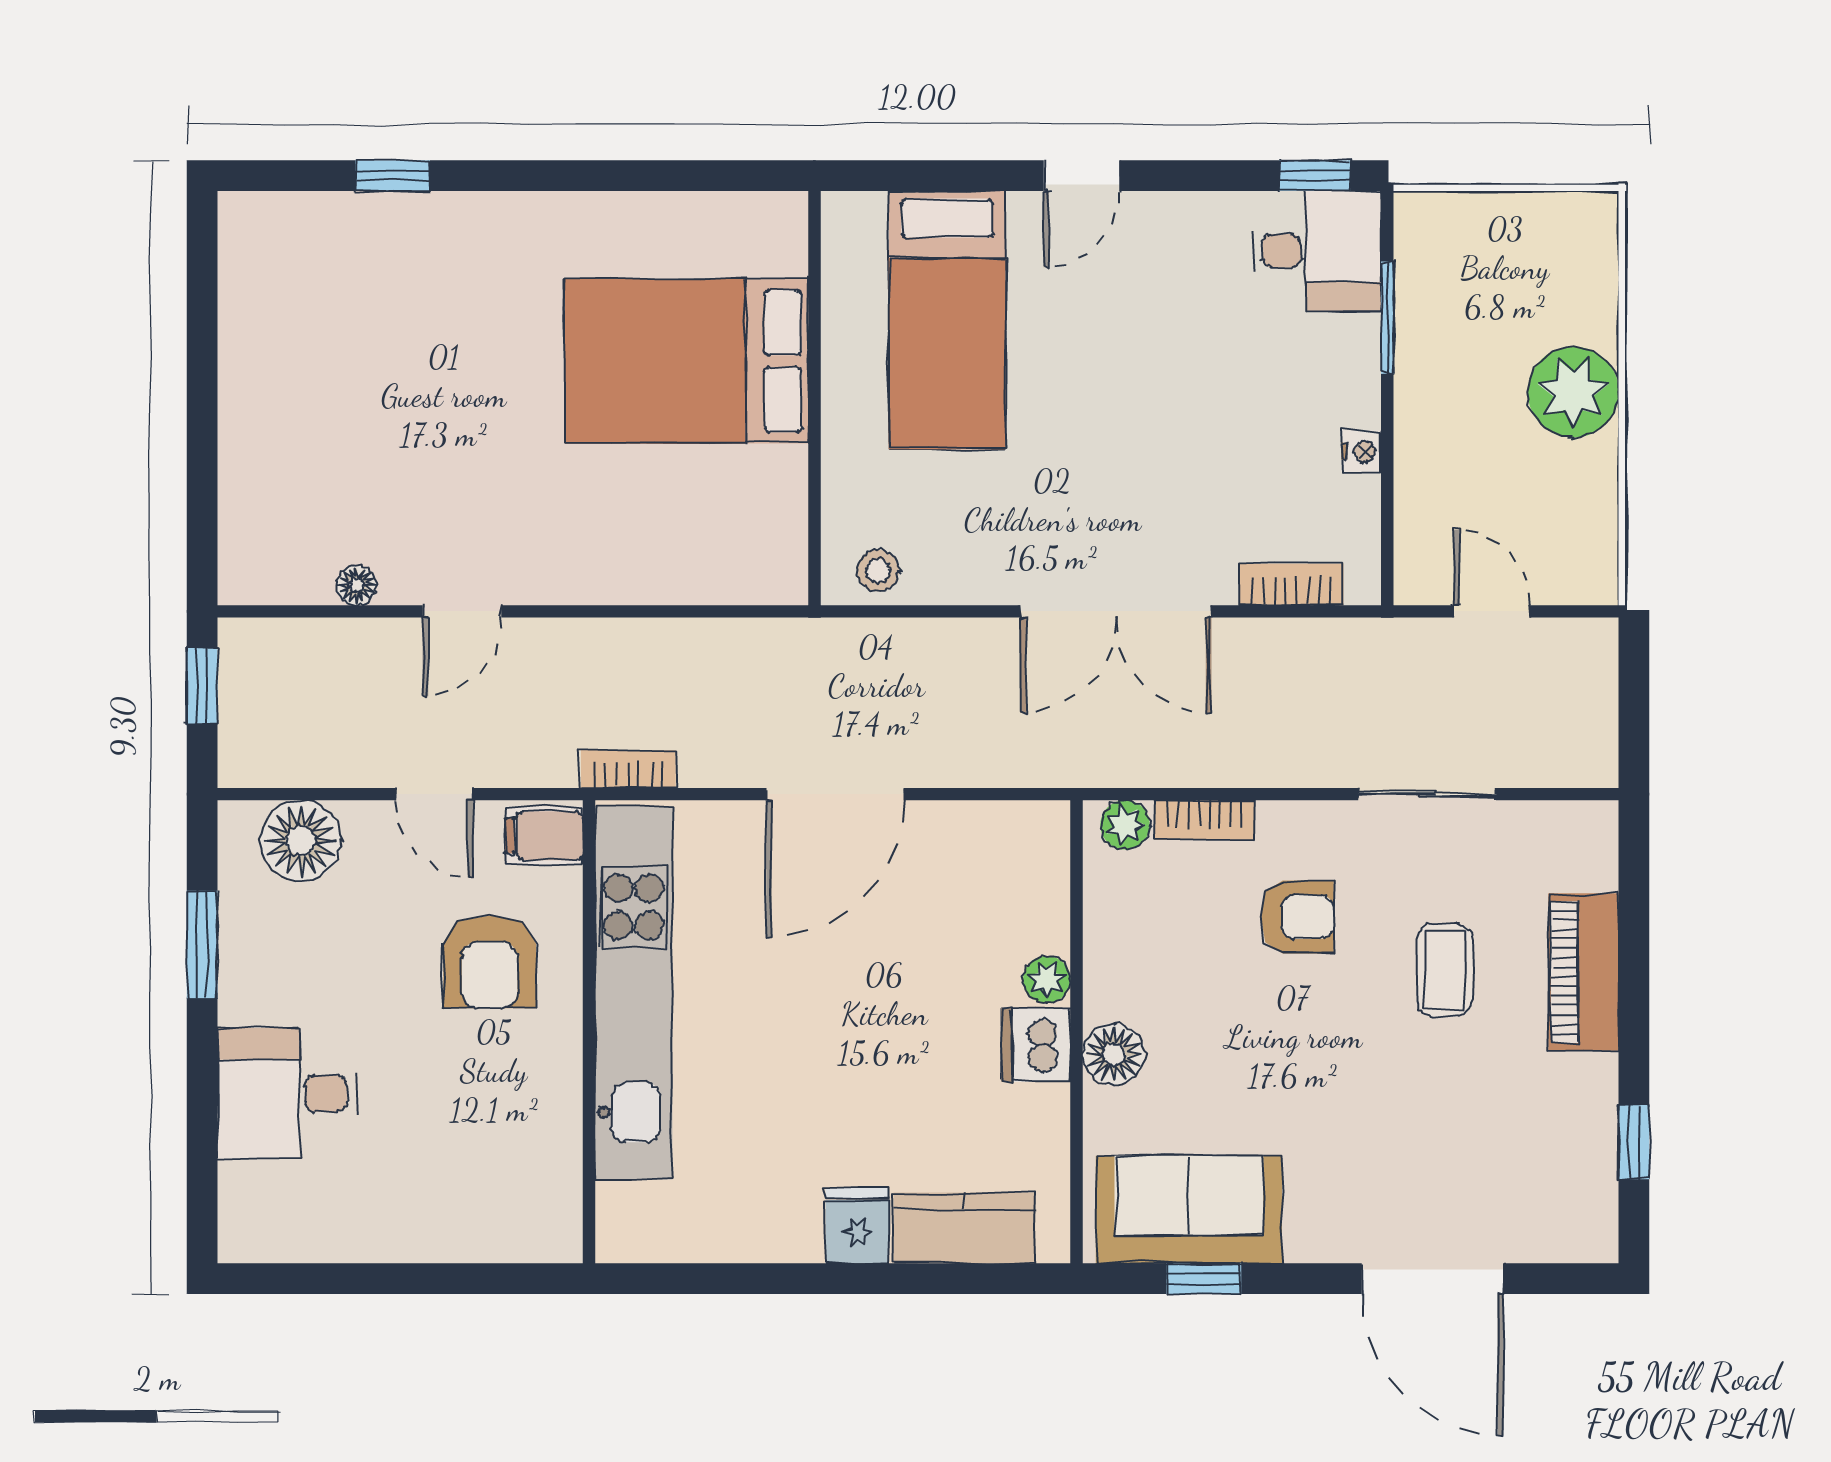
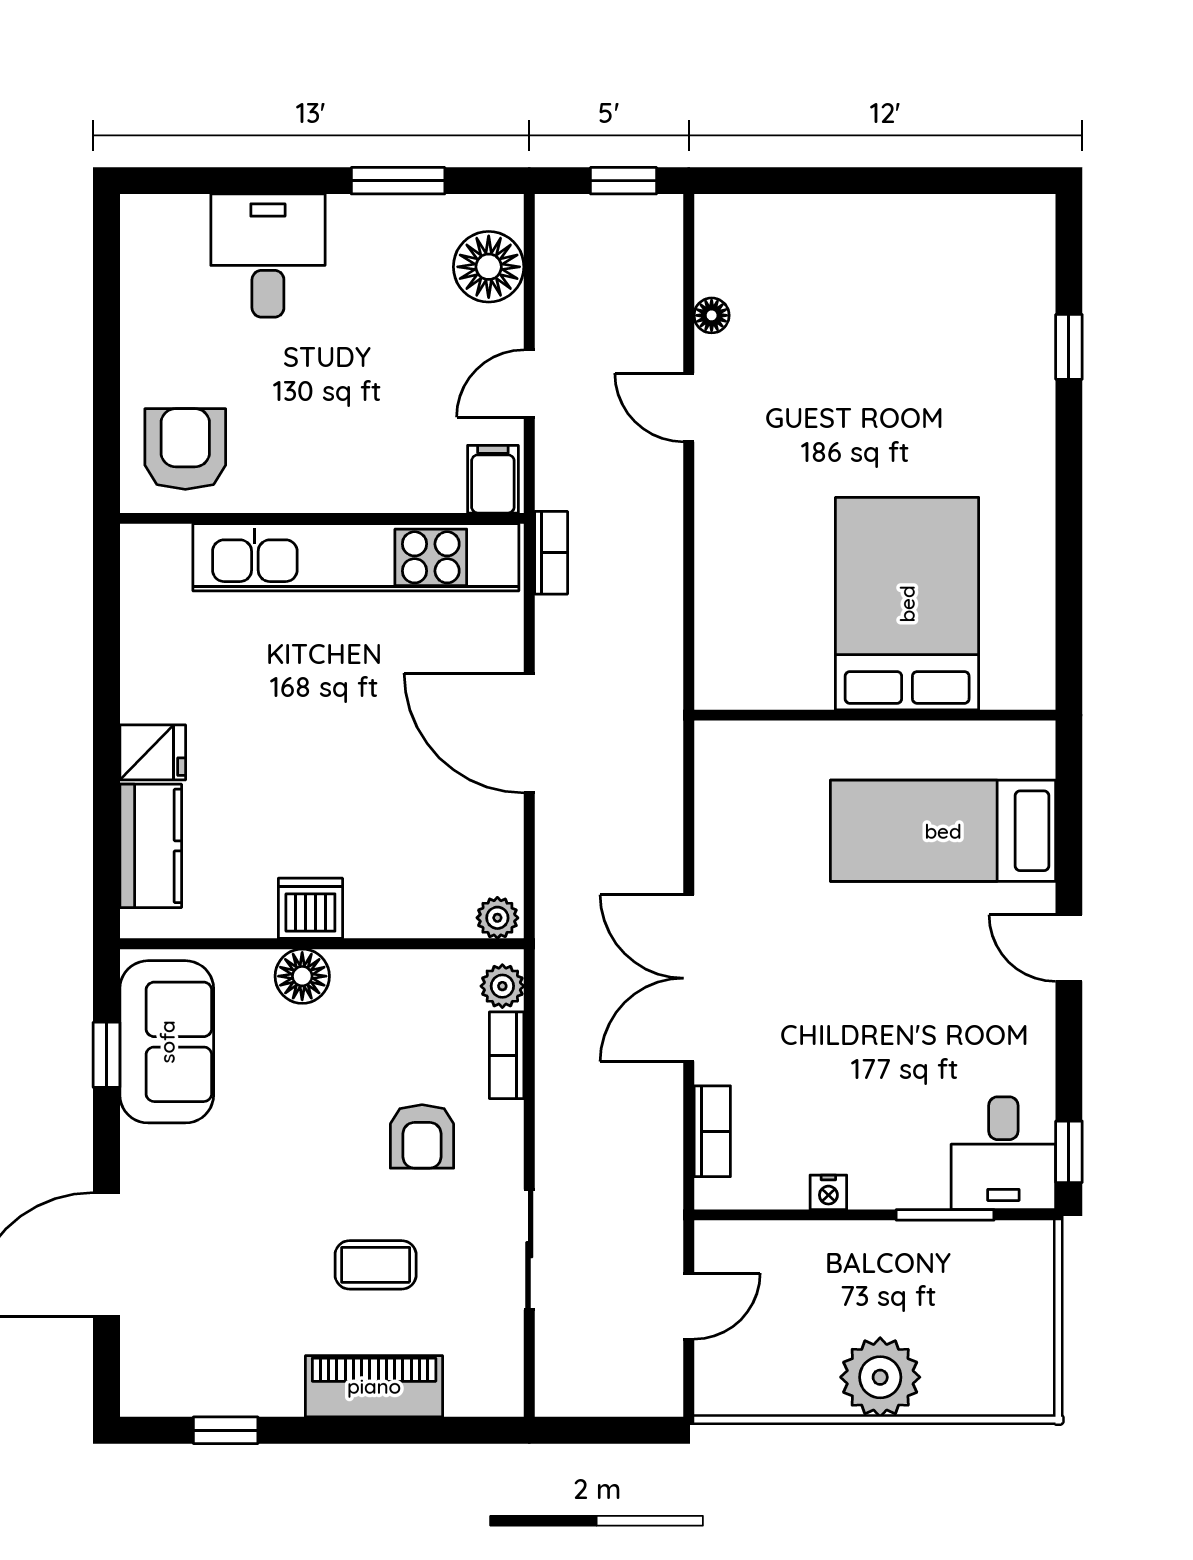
stool: (878, 570) -> (725, 770), removed
armchair: (490, 962) -> (185, 449), moved, turned 90
plant: (1047, 980) -> (497, 918), moved

